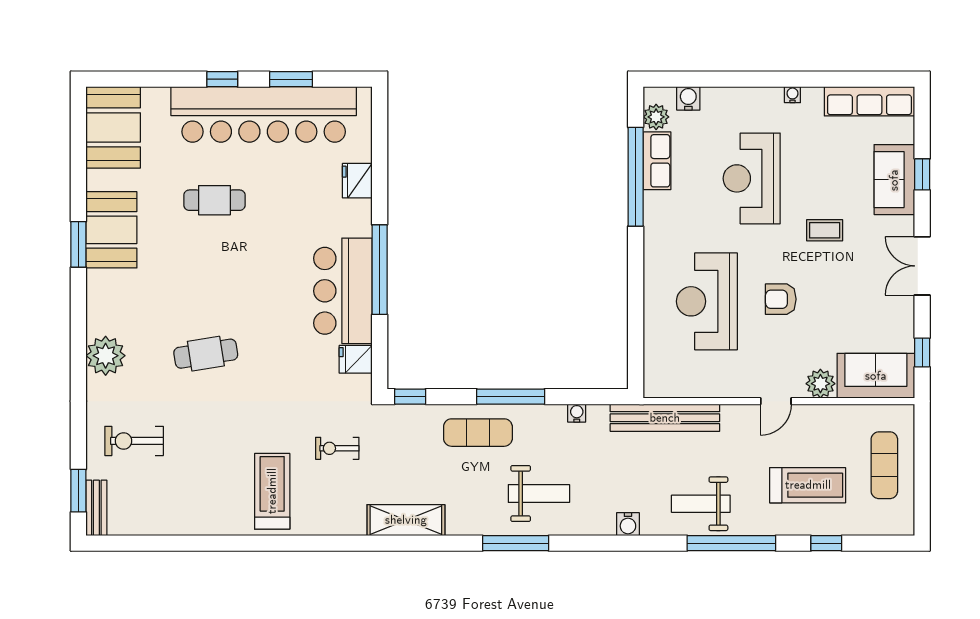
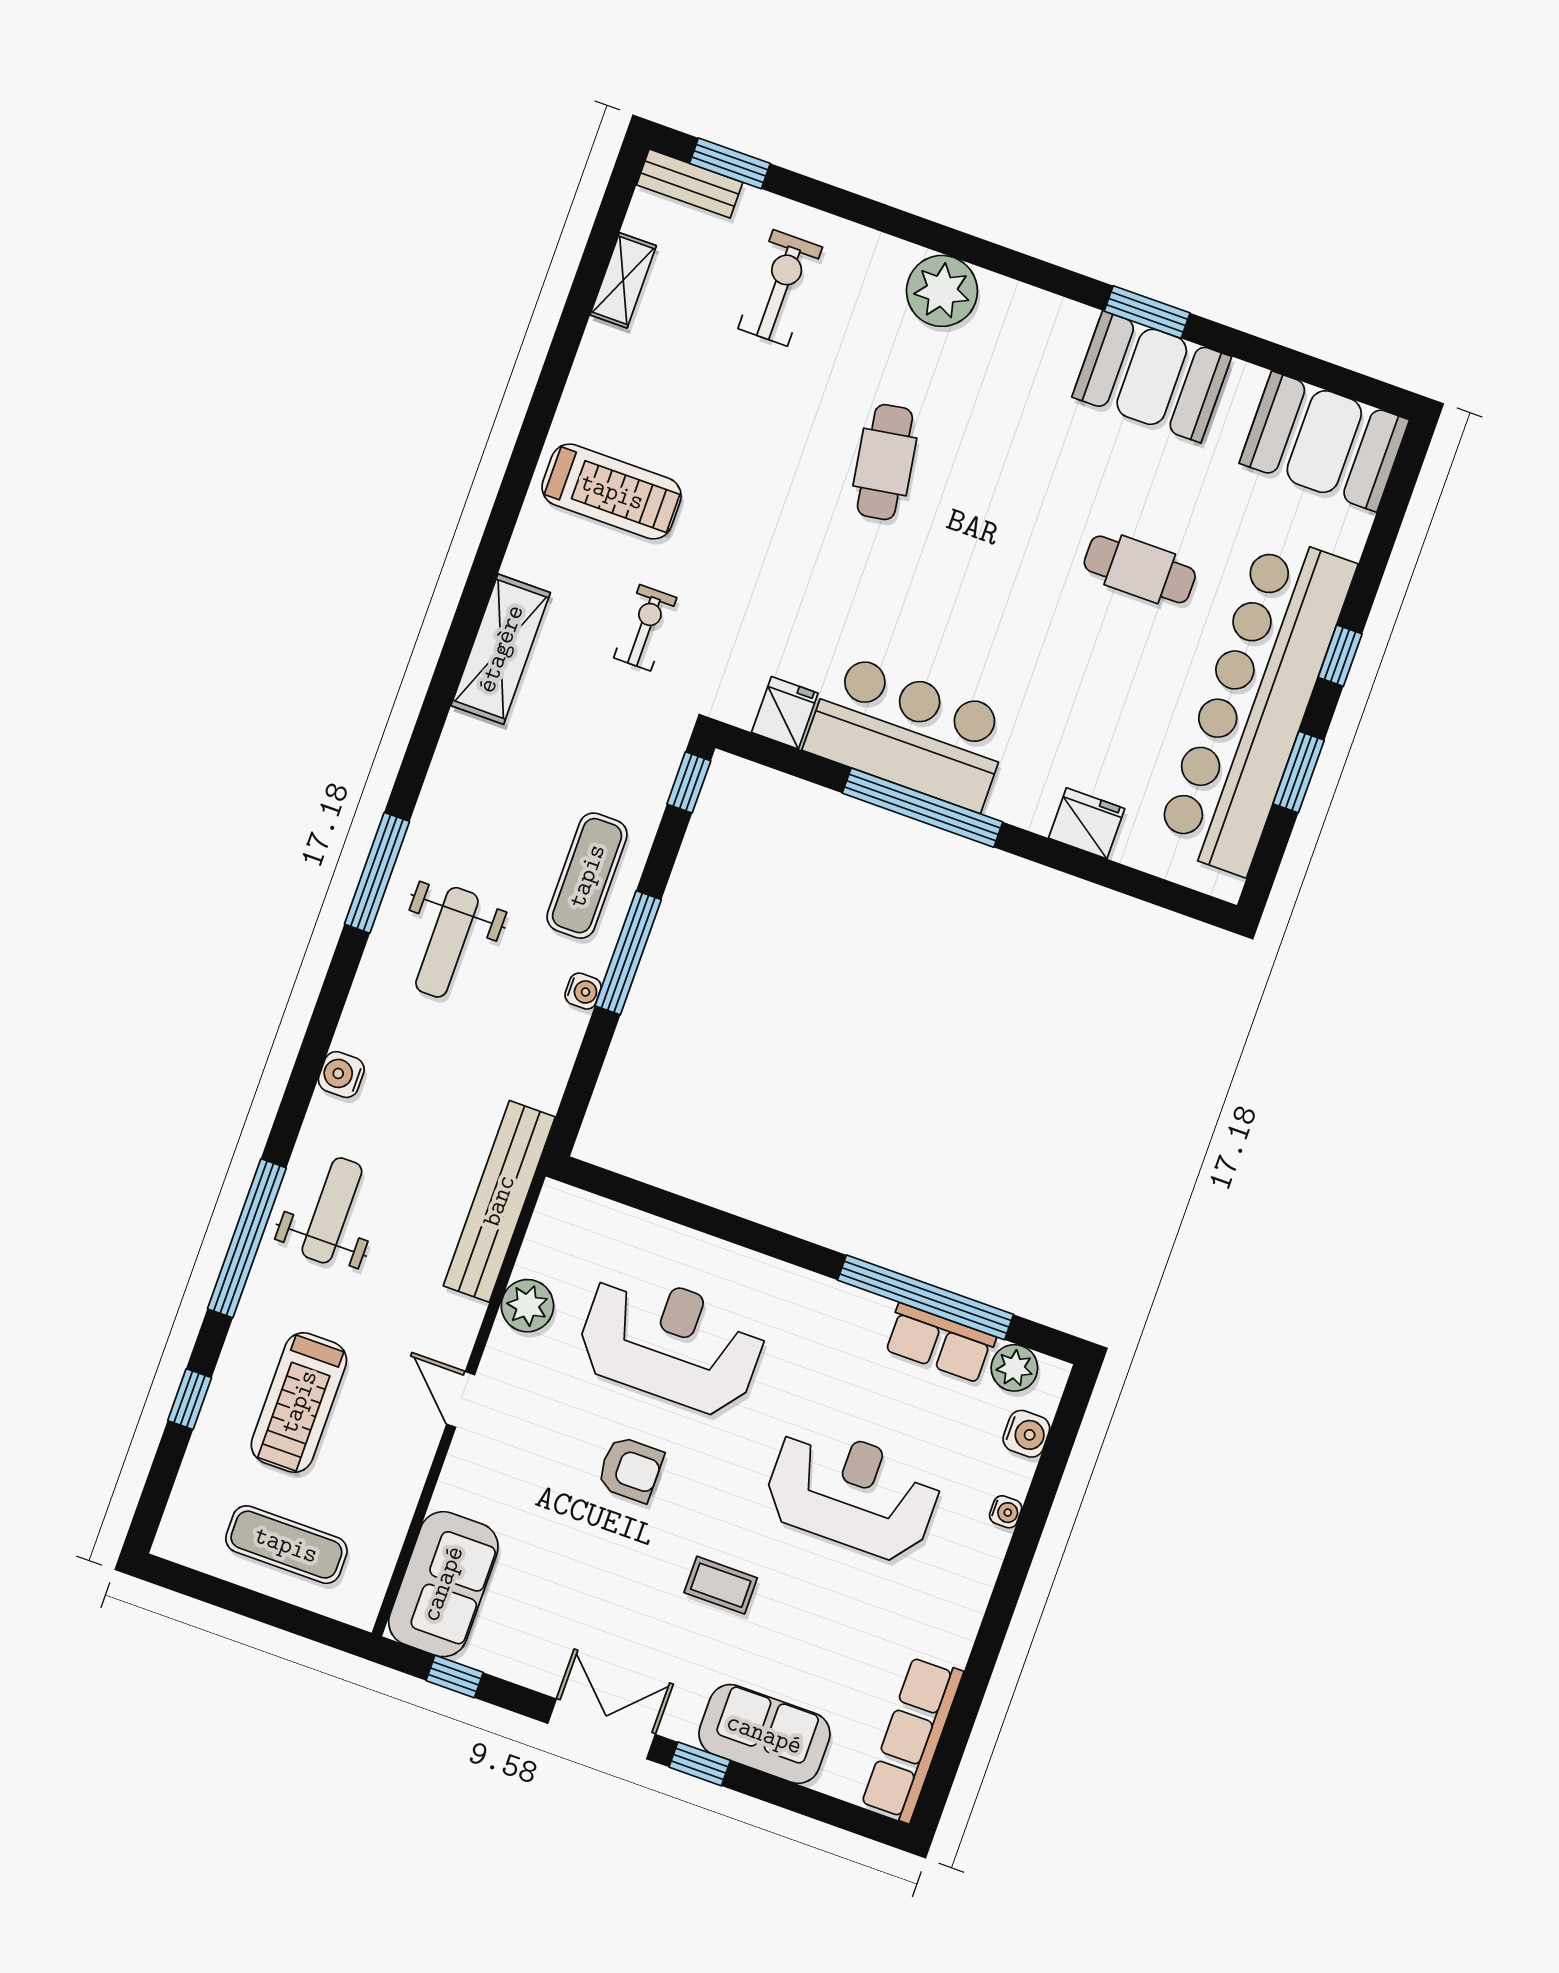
water cooler: (792, 95) -> (1006, 1512), moved
window: (922, 174) -> (700, 1764), moved
cafe table: (214, 200) -> (1140, 569), turned 90
coffee table: (825, 230) -> (721, 1585), turned 90
armchair: (781, 299) -> (630, 1469), turned 90
plant: (820, 384) -> (527, 1306), moved
water cooler: (577, 413) -> (583, 991), moved
shelving: (406, 520) -> (501, 649), moved
shelving: (159, 525) -> (623, 280), added

